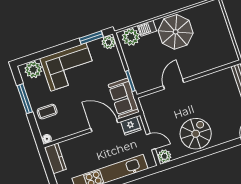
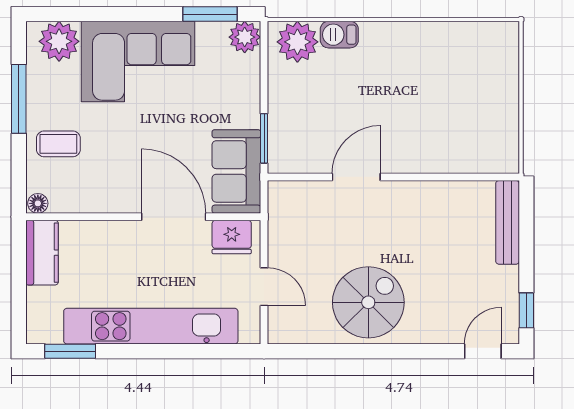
parasol: (176, 32) -> (400, 64), removed
plant: (164, 156) -> (283, 329), removed

